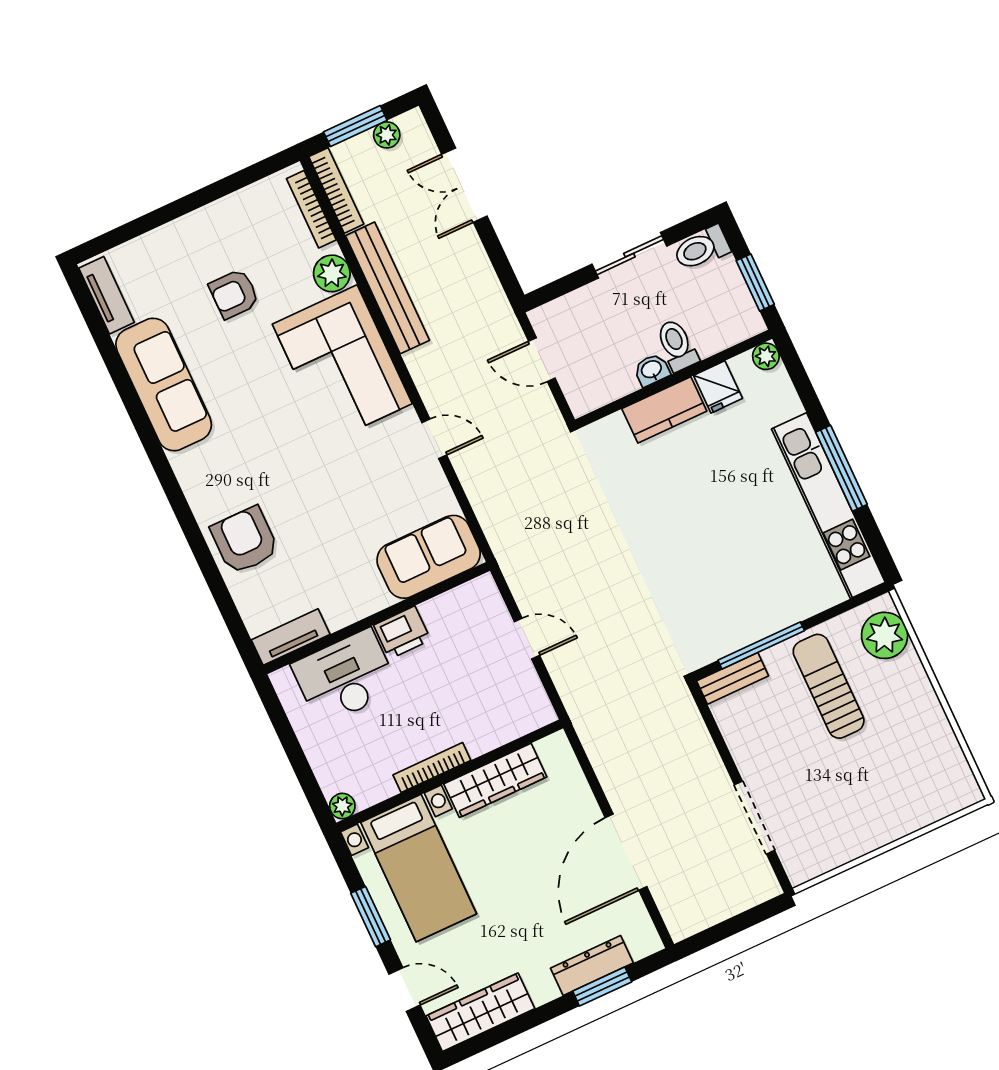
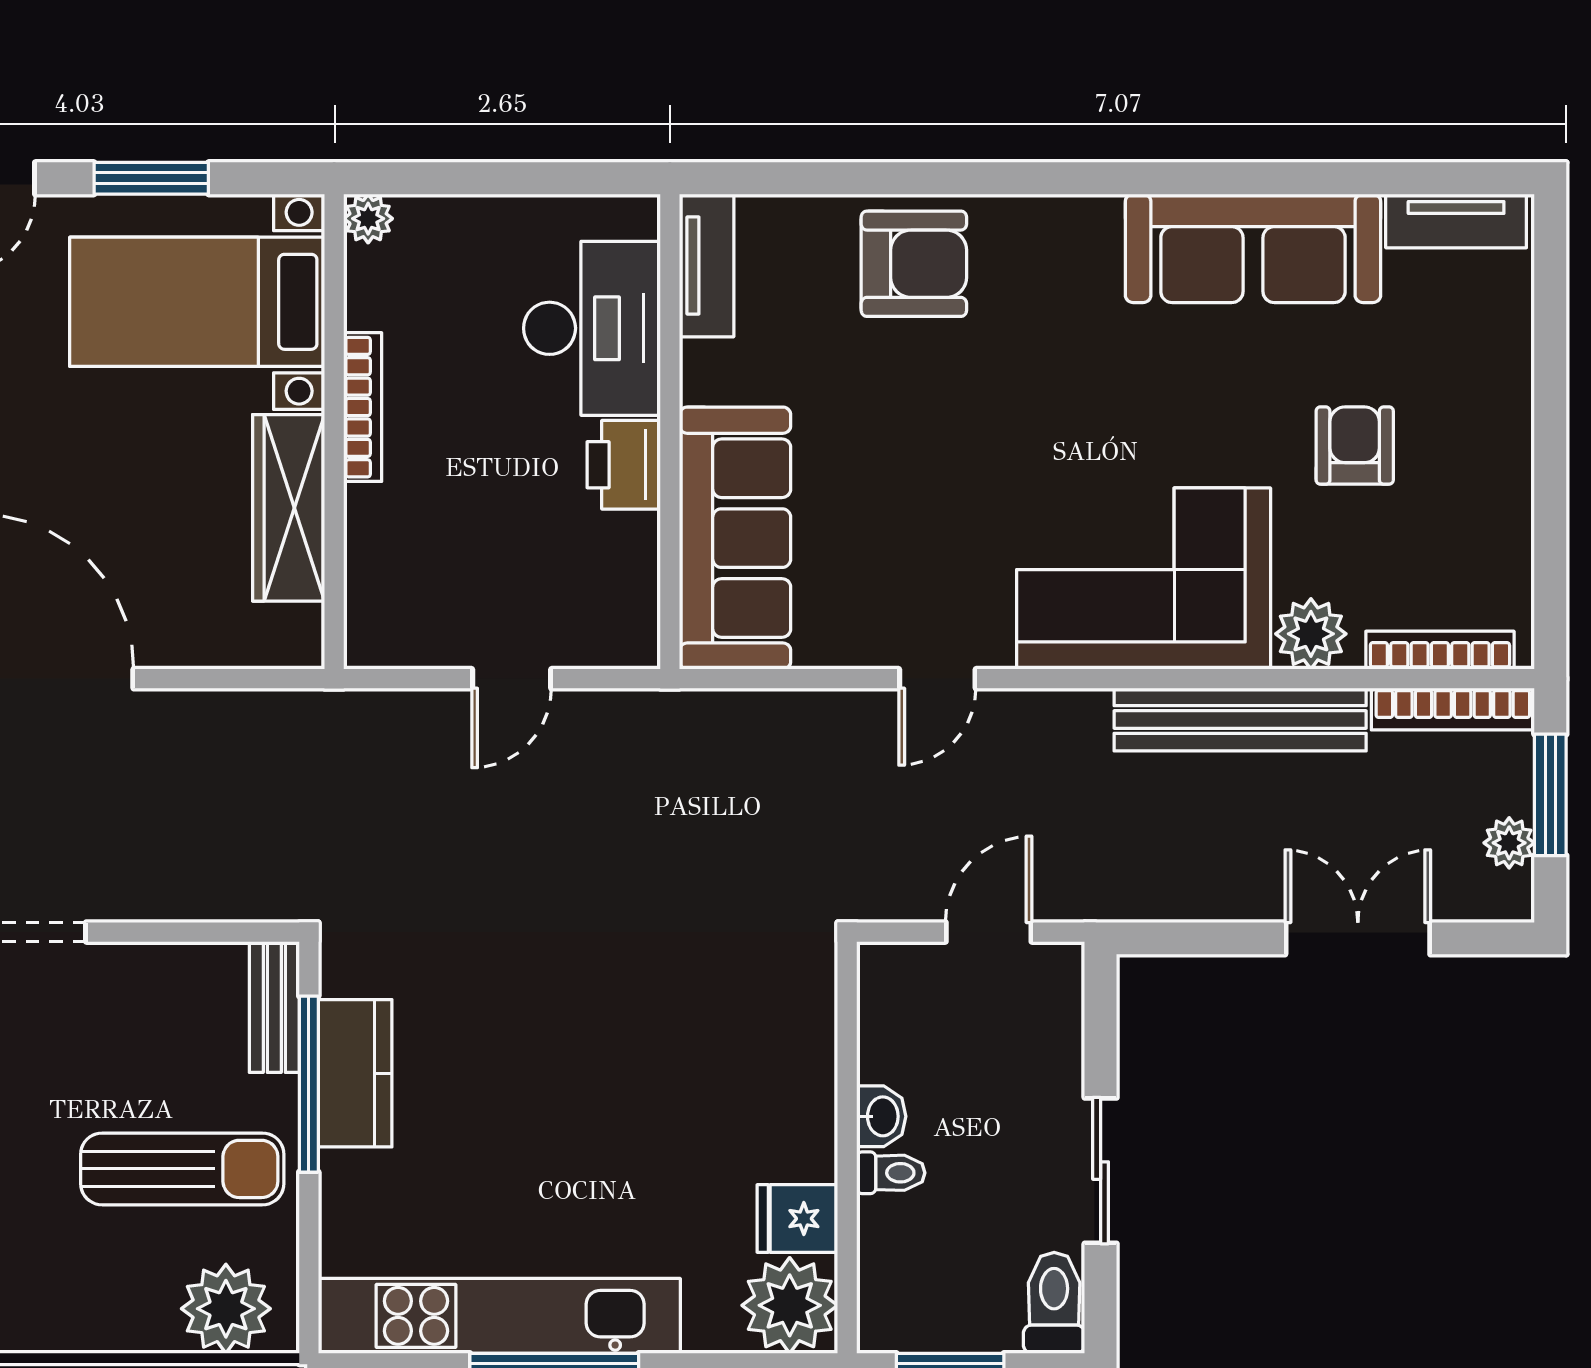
toilet: (677, 345) -> (891, 1173), width x0.73, depth x0.72
plant: (766, 356) -> (790, 1305), width x1.87, depth x1.87
kitchen counter: (664, 410) -> (355, 1073), moved, turned 180
sofa: (429, 557) -> (735, 538), width x1.36

